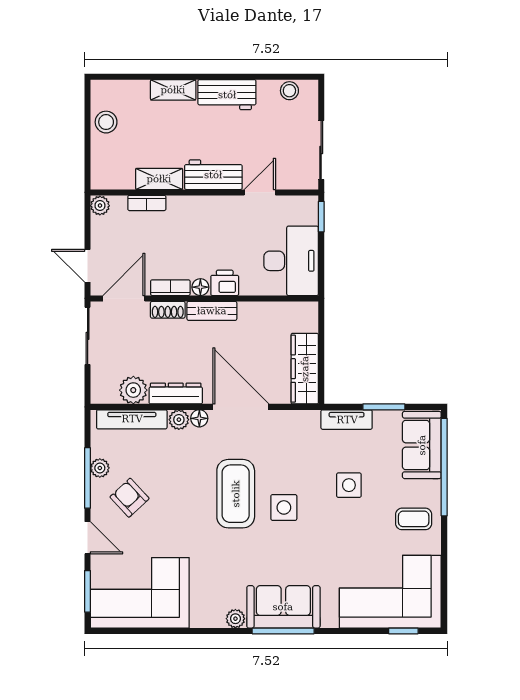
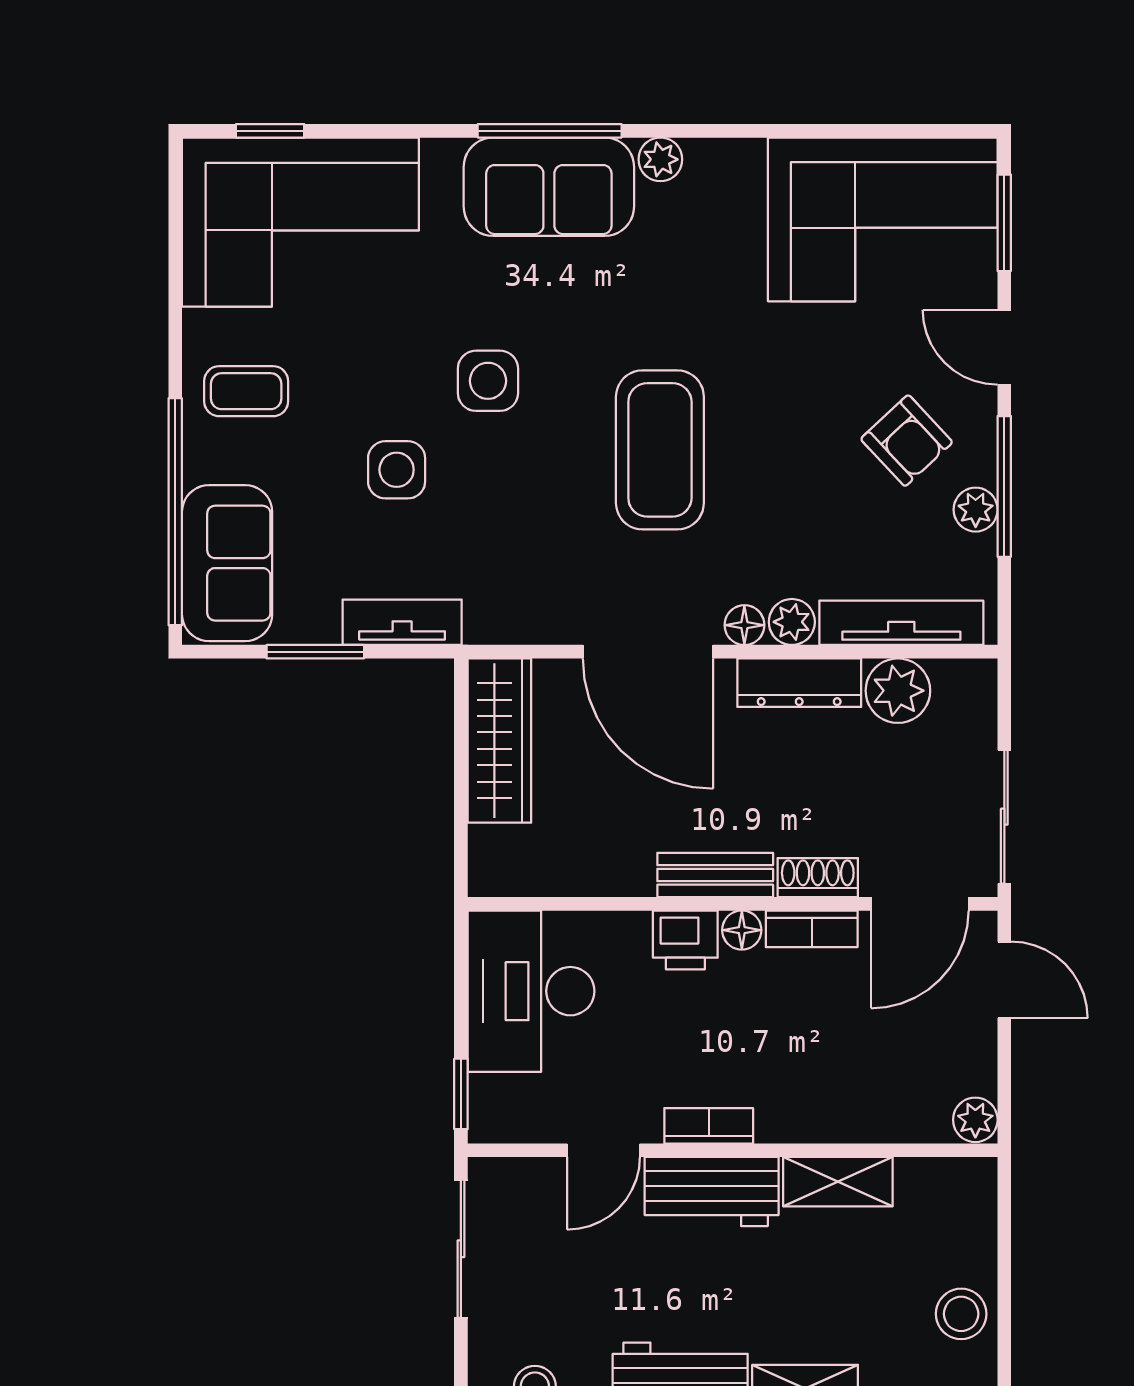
bookcase: (147, 203) -> (709, 1126), moved
side table: (284, 507) -> (488, 381), moved

